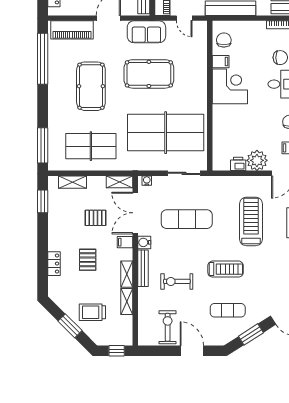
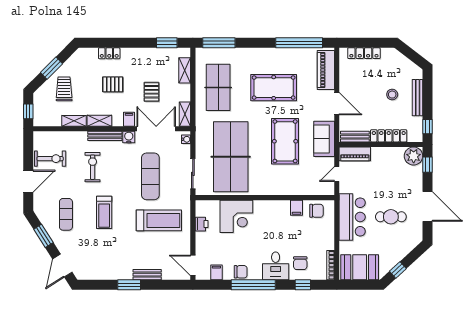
corner desk: (230, 86) -> (236, 216), moved
plant: (257, 160) -> (205, 242), removed
treadmill: (251, 221) -> (159, 220), moved

